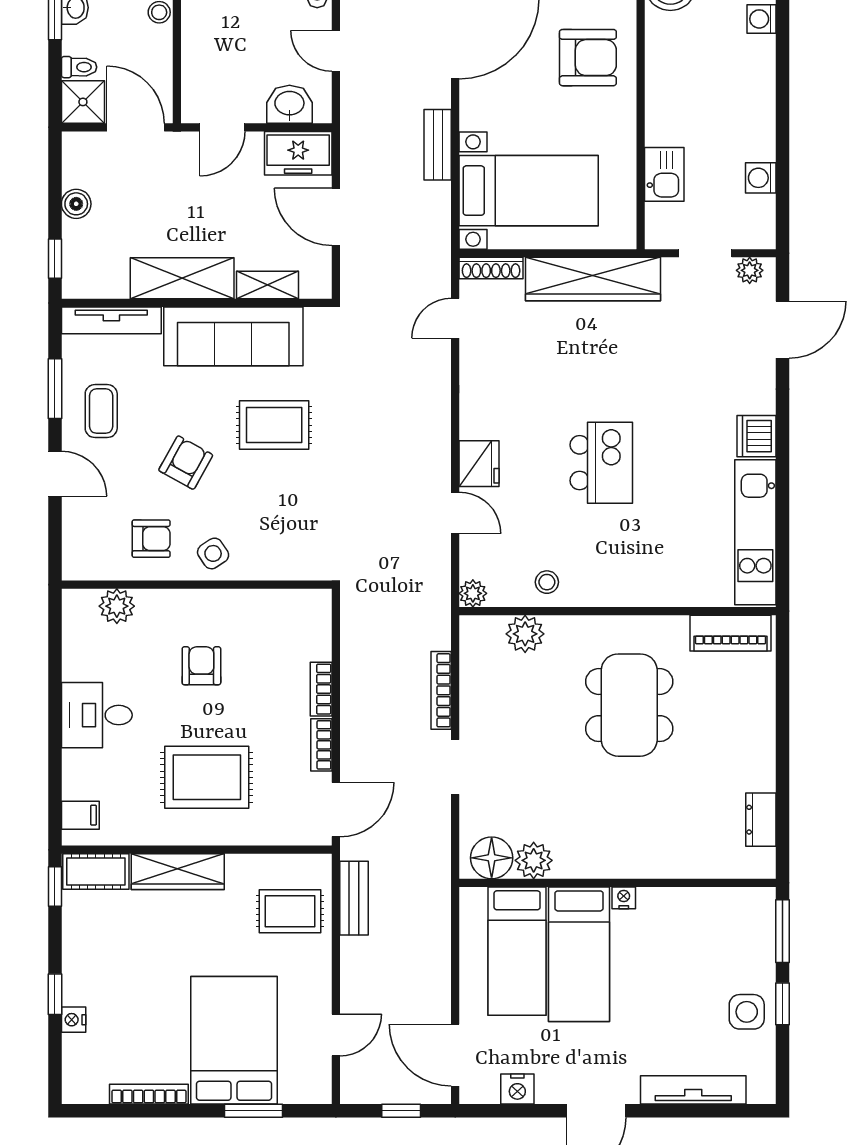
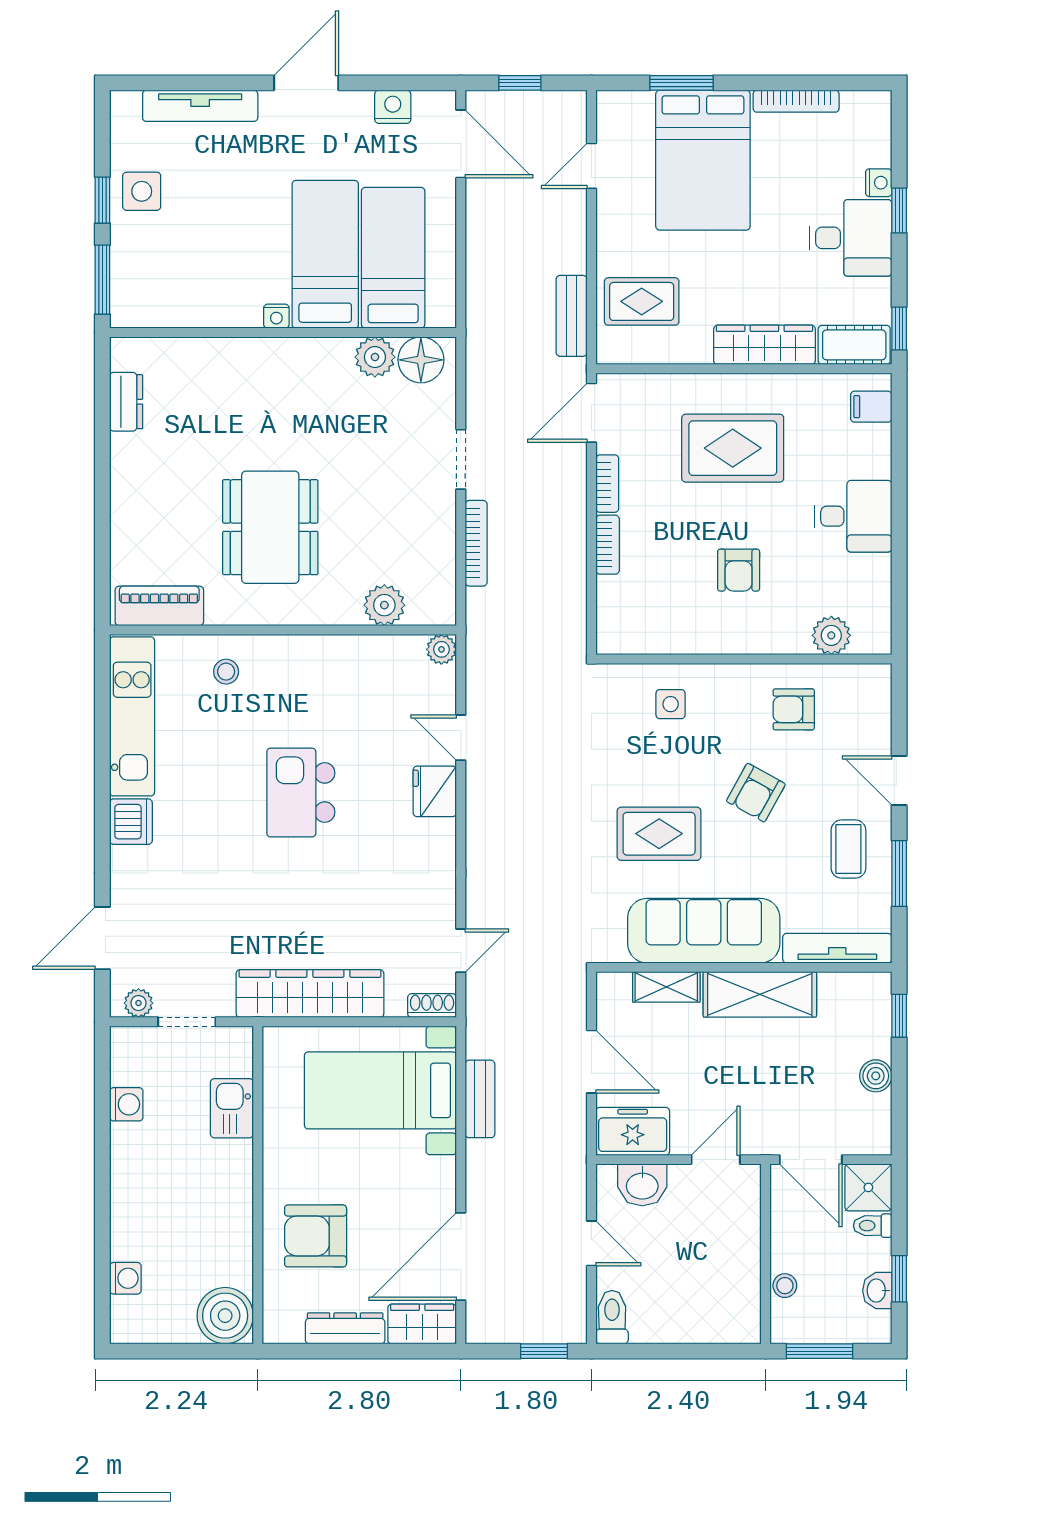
bench: (438, 145) -> (480, 1099), moved
shoe rack: (491, 268) -> (432, 1006), width x0.70
side table: (213, 553) -> (671, 704), moved, turned 34
stool: (547, 582) -> (226, 672), moved
desk: (99, 969) -> (850, 238), added

